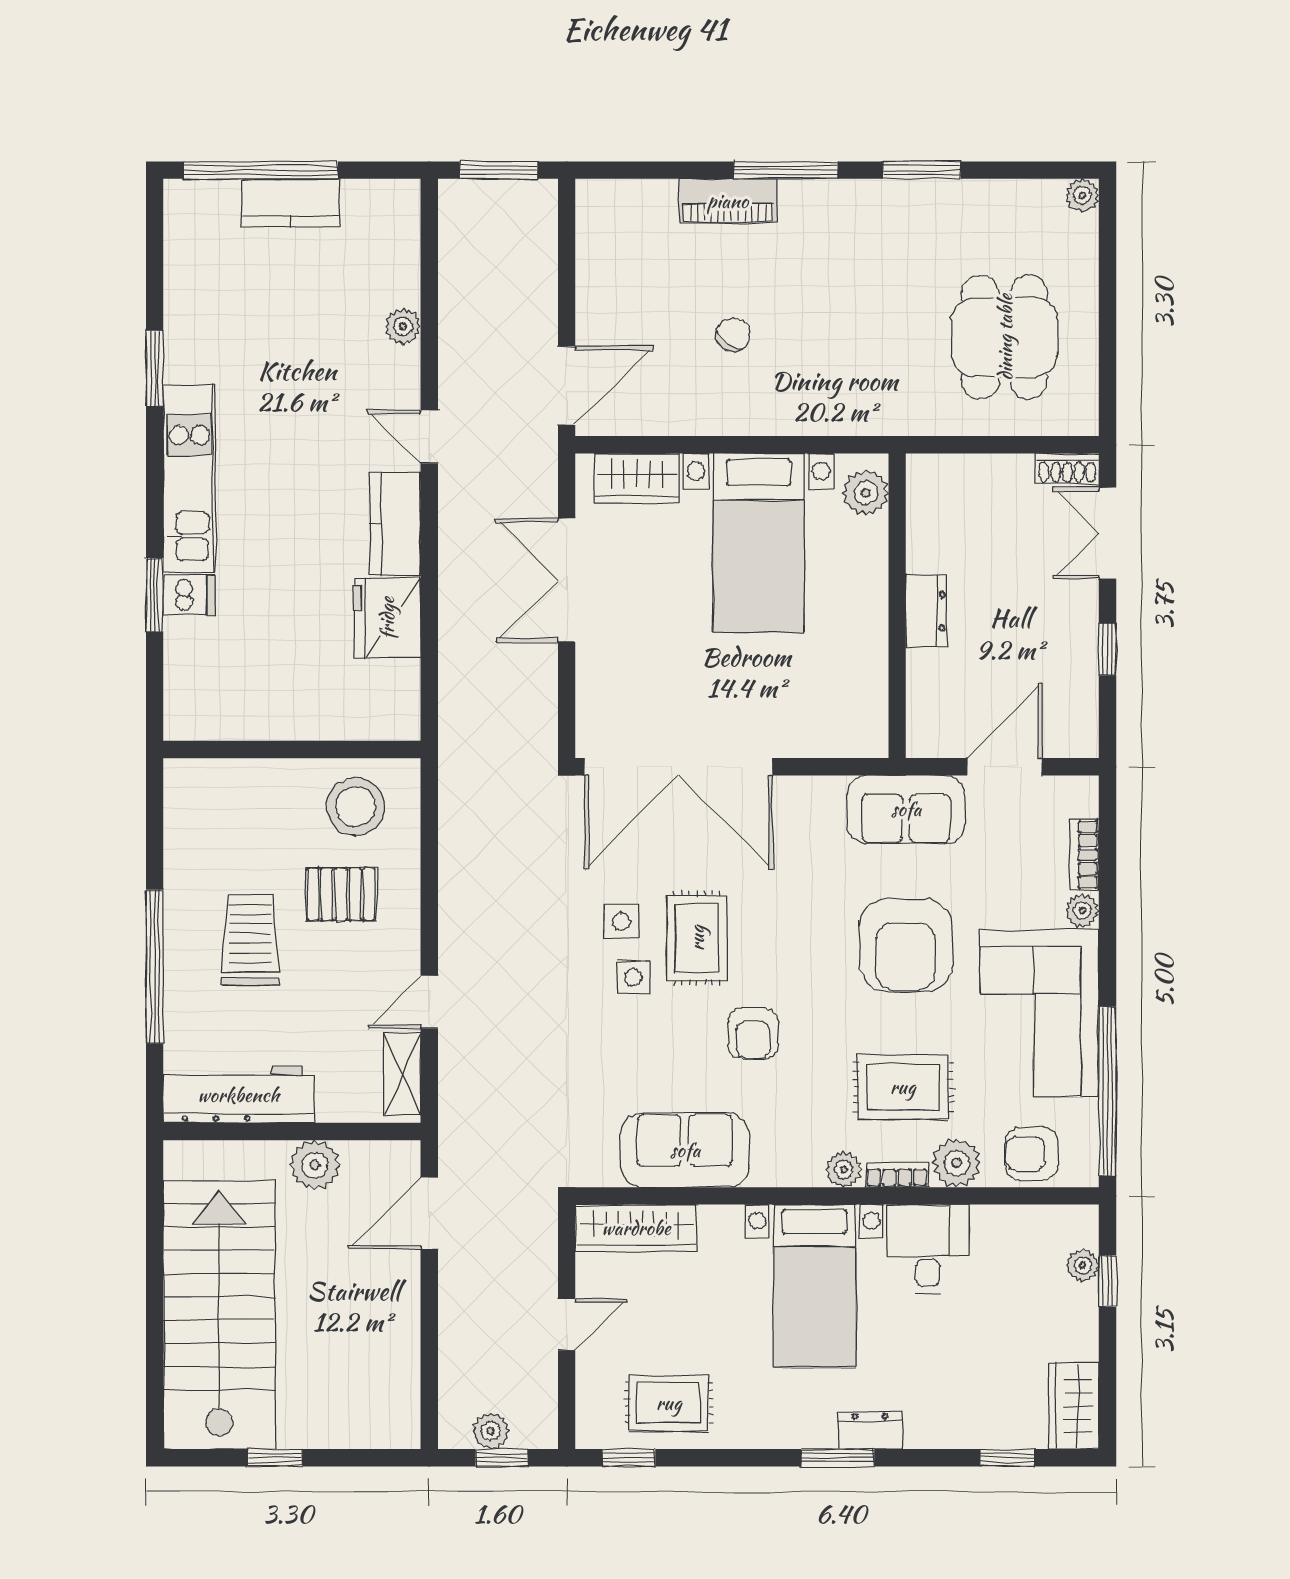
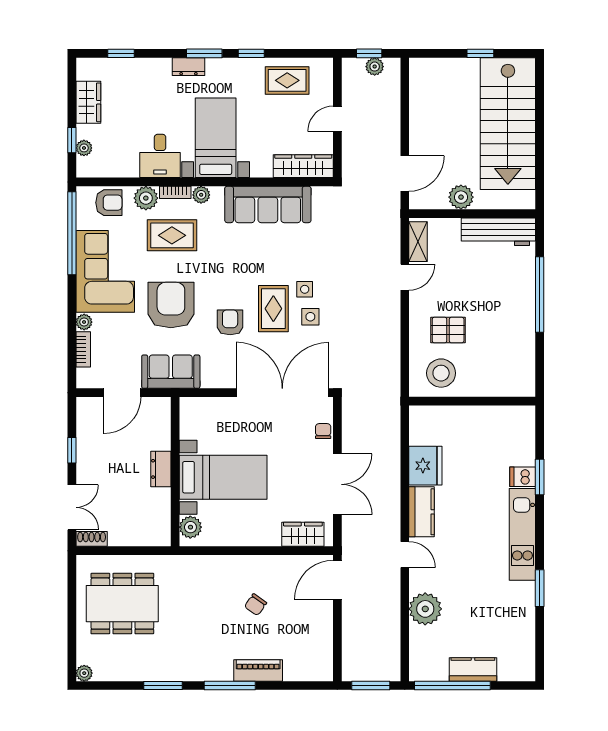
window: (260, 170) -> (452, 686), moved
plant: (403, 326) -> (425, 609), width x1.88, depth x1.88
dining table: (1005, 337) -> (122, 604), width x1.37
bed with nightstands: (759, 543) -> (223, 477), moved, turned 90
chair: (596, 688) -> (323, 431), added
trolley: (250, 940) -> (493, 308), removed
armchair: (753, 1033) -> (230, 322), moved
sofa: (685, 1150) -> (268, 204), width x1.36
wardrobe: (1074, 1406) -> (88, 102), moved
window: (629, 1458) -> (251, 53), moved

